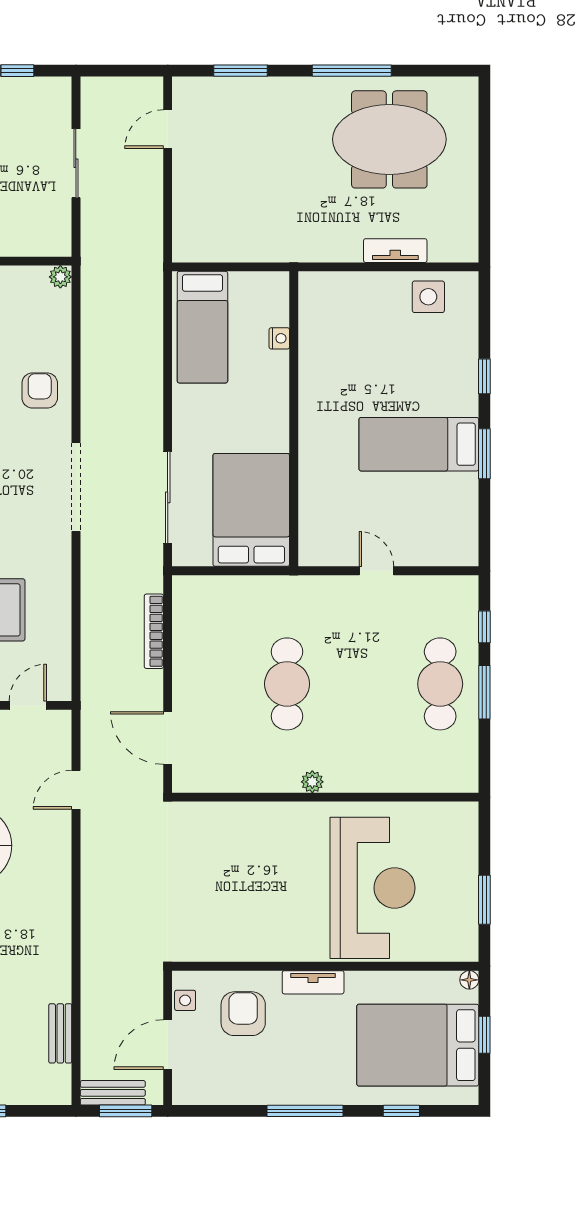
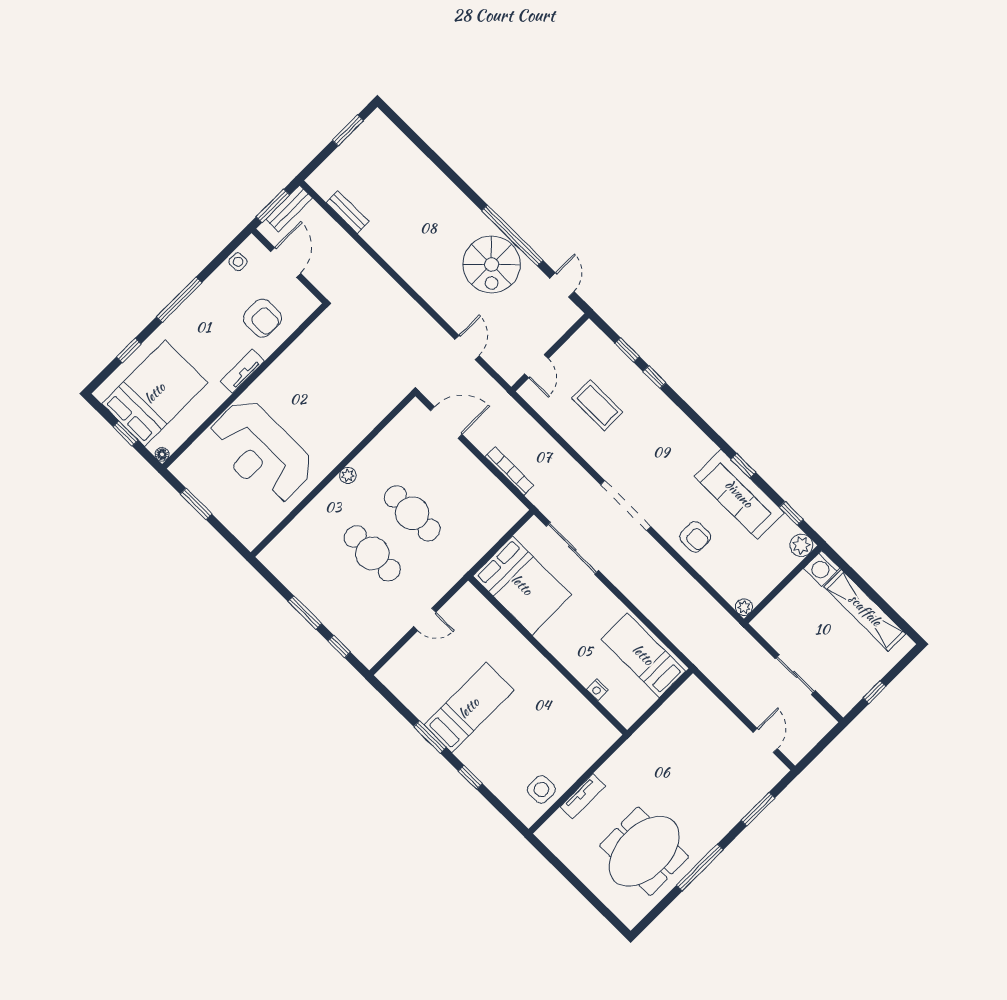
cafe table: (440, 684) -> (372, 553), moved
side table: (185, 1000) -> (238, 262), moved

